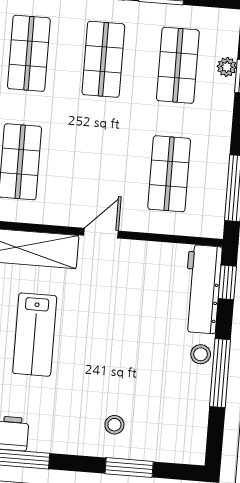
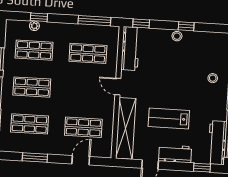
workbench: (202, 289) -> (130, 49), moved, turned -90
lab bench: (35, 335) -> (169, 118), turned 180
window: (220, 373) -> (186, 26), width x0.46

